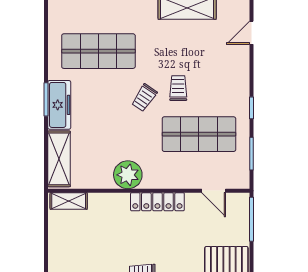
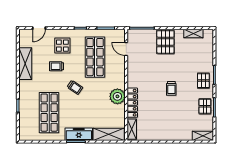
door: (251, 33) -> (39, 28), hinge flipped
display table: (220, 75) -> (62, 46), added
trolley: (178, 88) -> (57, 66), moved
door: (214, 191) -> (126, 49), swing flipped
locker: (157, 202) -> (132, 103), moved

